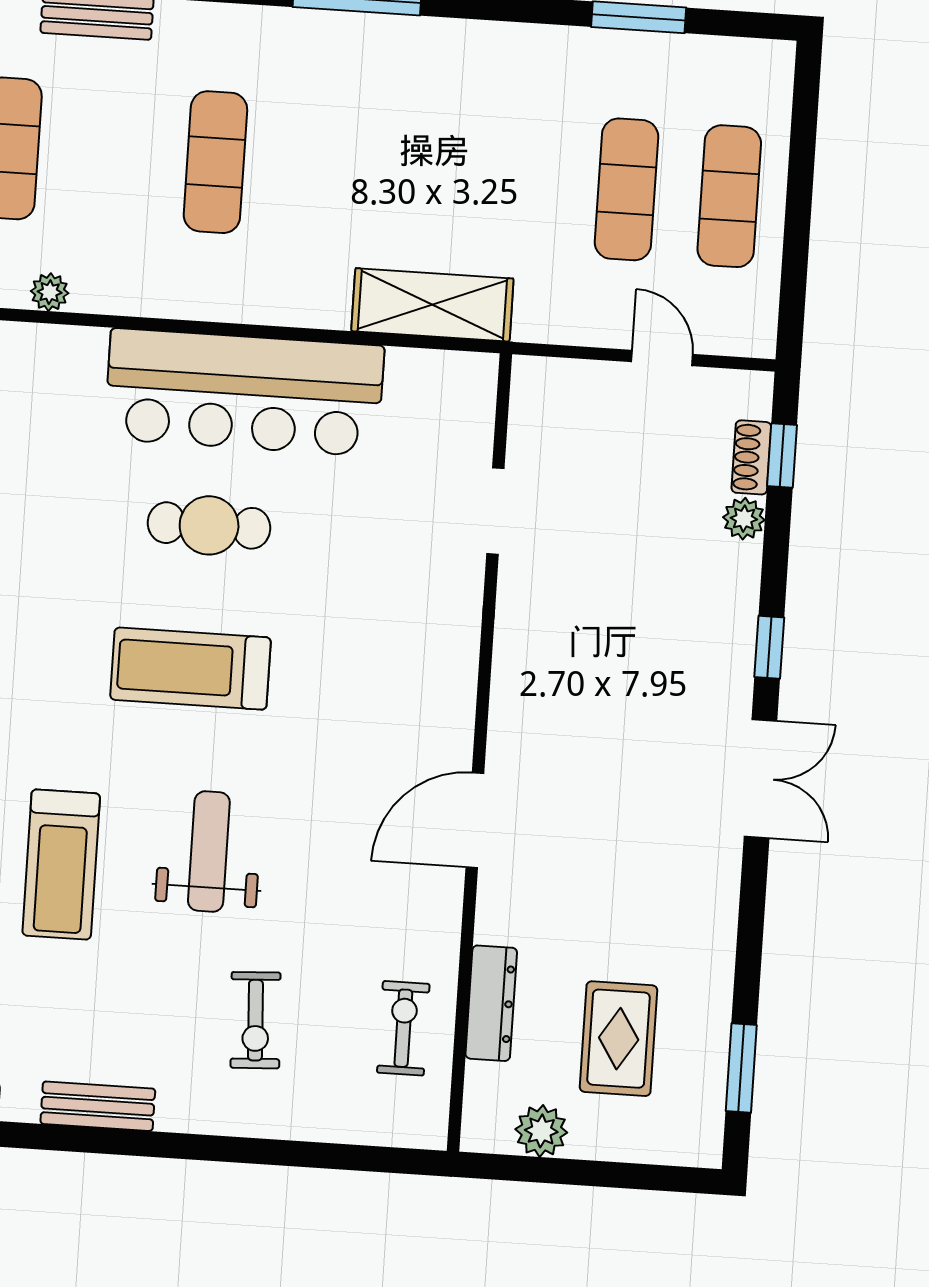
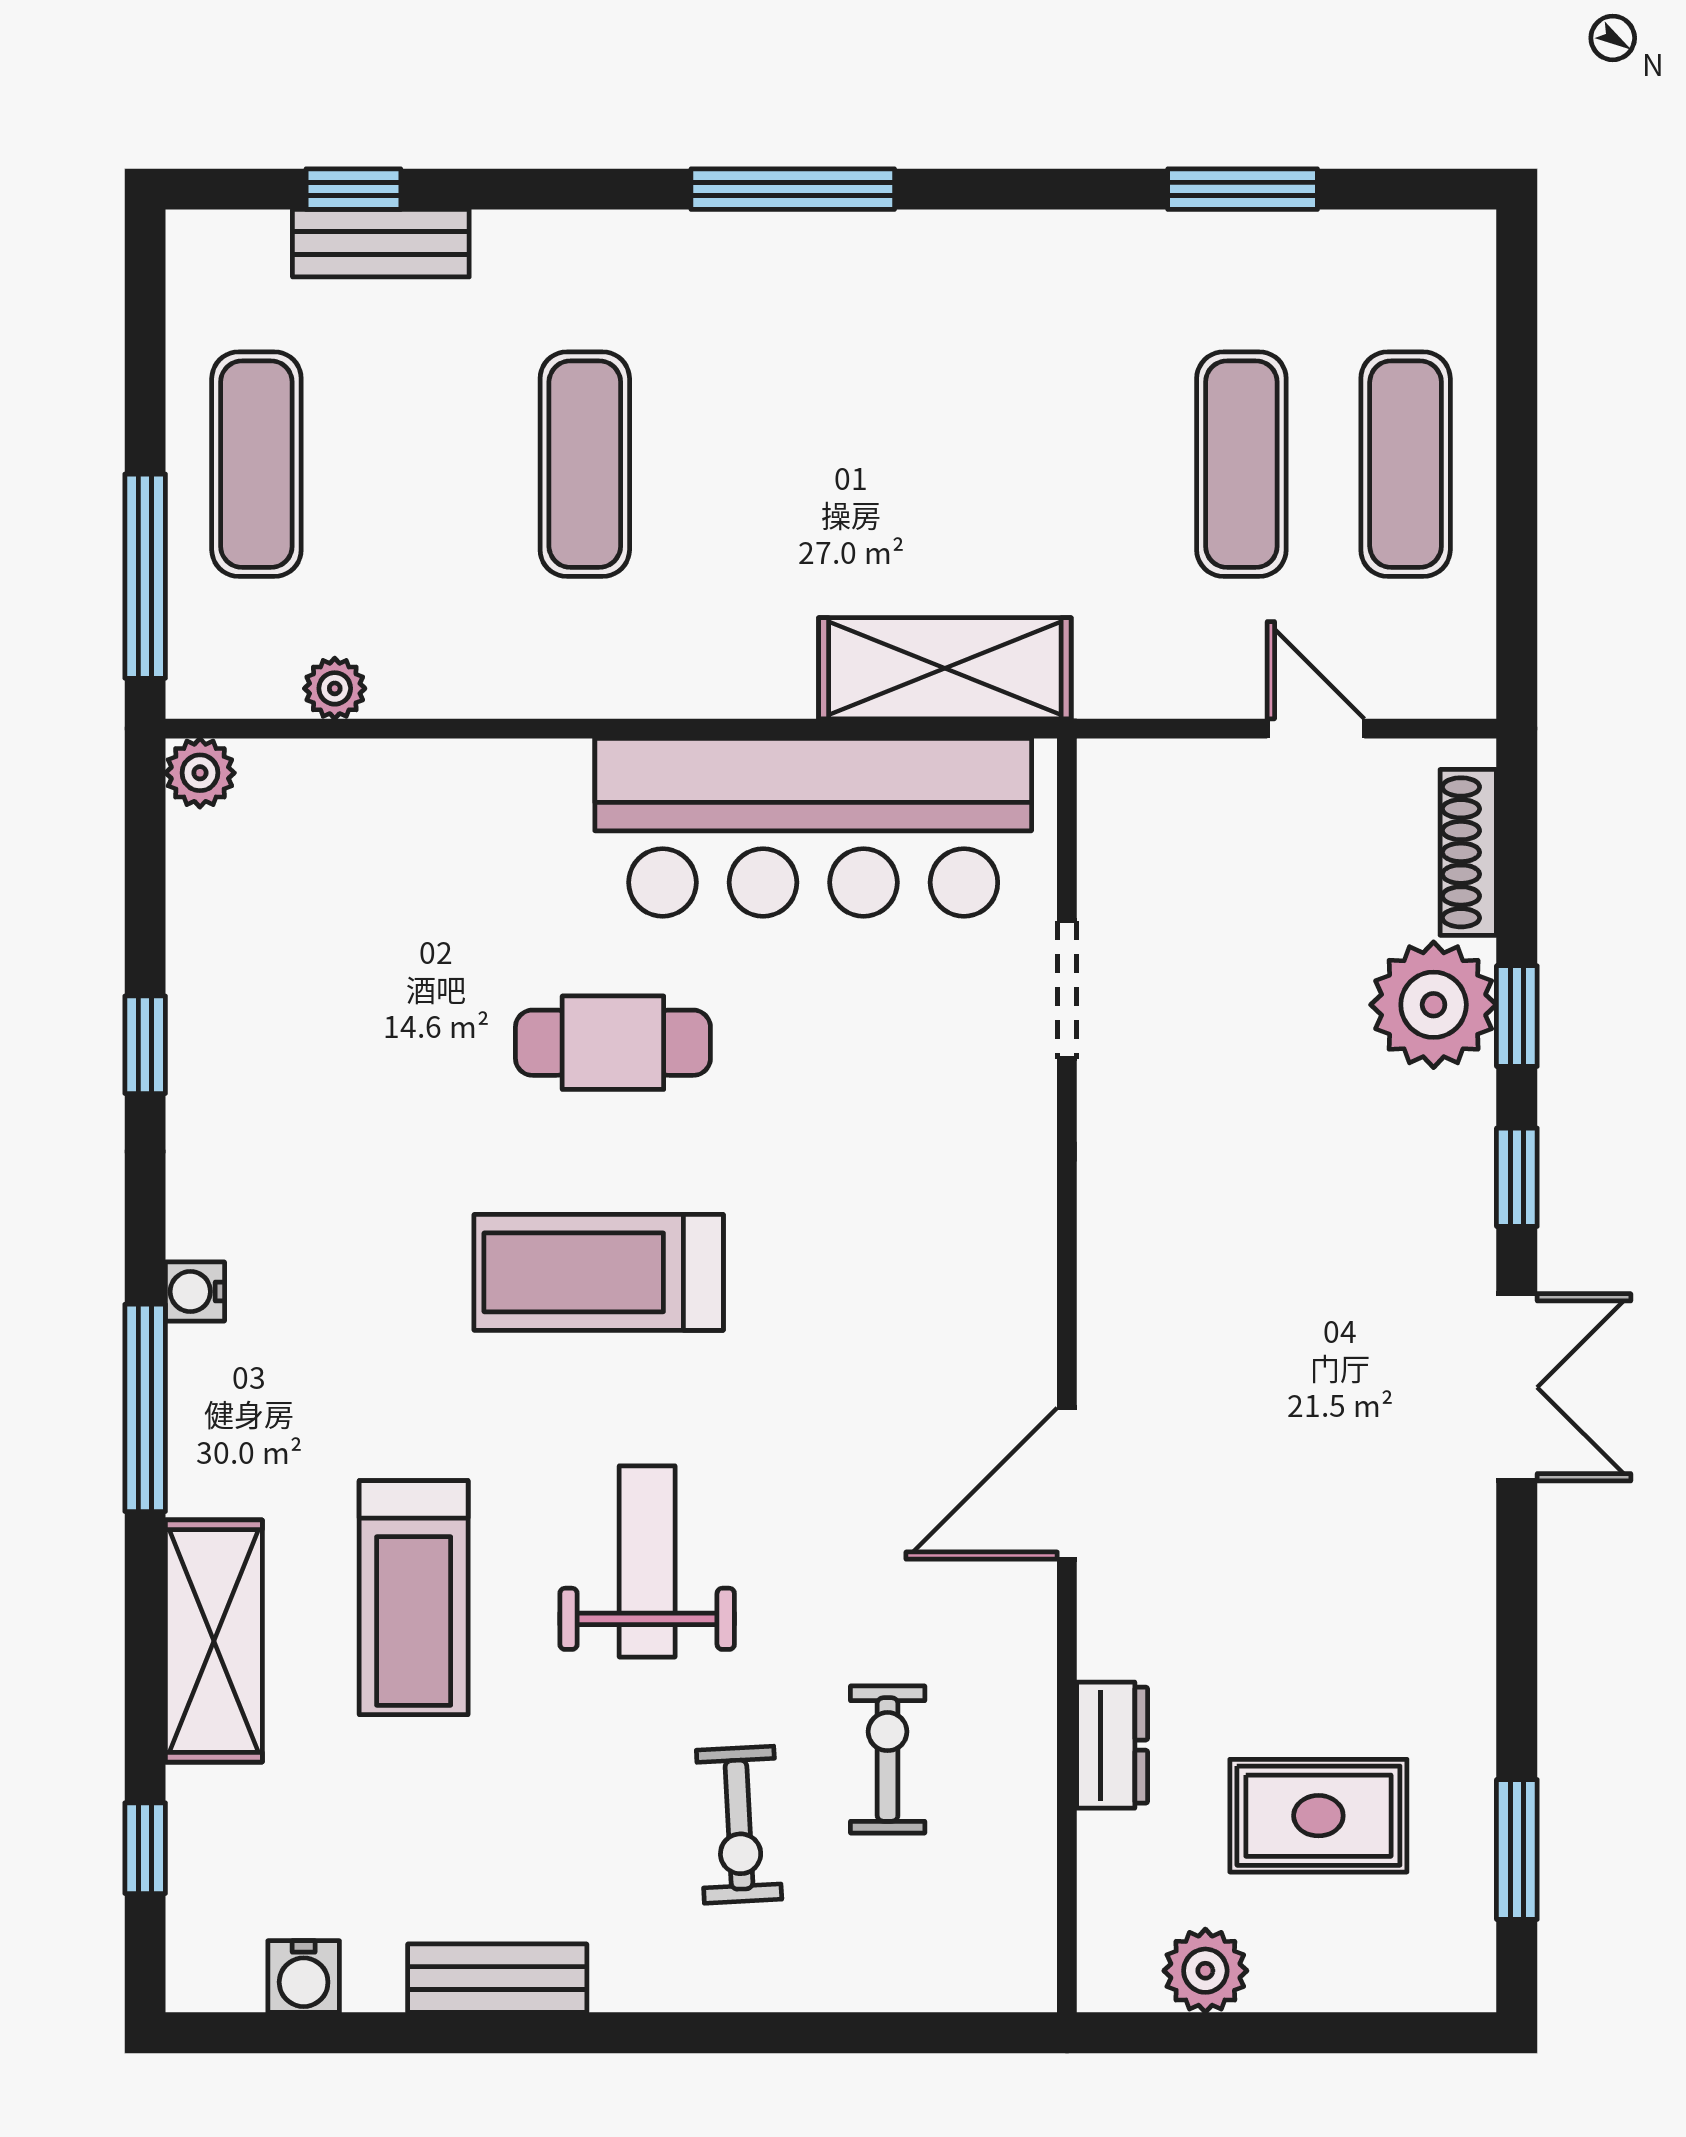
bar counter: (244, 392) -> (813, 827), moved
window: (782, 456) -> (1517, 1016), moved
shoe rack: (751, 457) -> (1468, 852), width x1.43
plant: (744, 519) -> (1434, 1005), width x1.88, depth x1.88
dresser: (491, 1003) -> (1112, 1745), width x0.70
exercise bike: (403, 1028) -> (888, 1760), moved
rug: (619, 1039) -> (1318, 1816), turned 90

